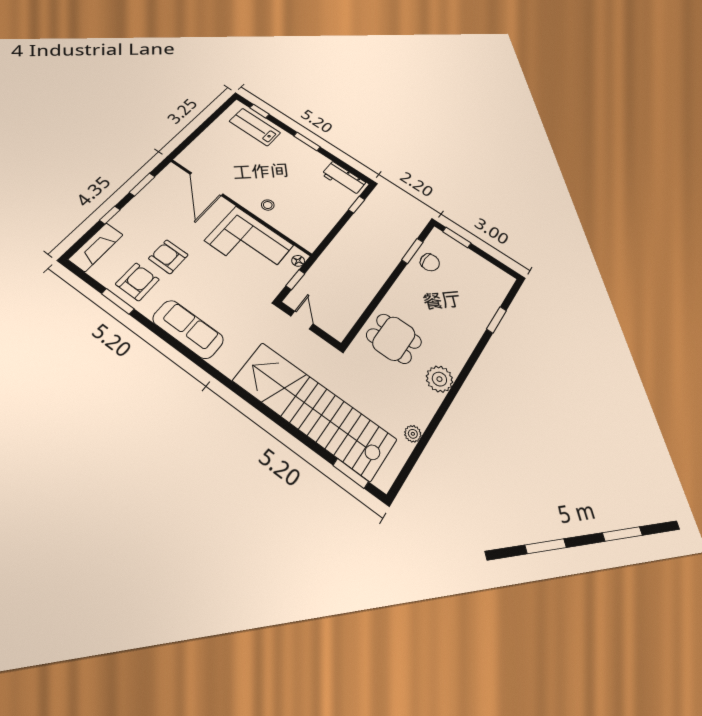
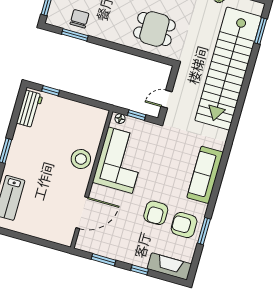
stool: (268, 205) -> (81, 159), width x1.89, depth x1.89
dining table: (394, 339) -> (154, 29), turned 90

